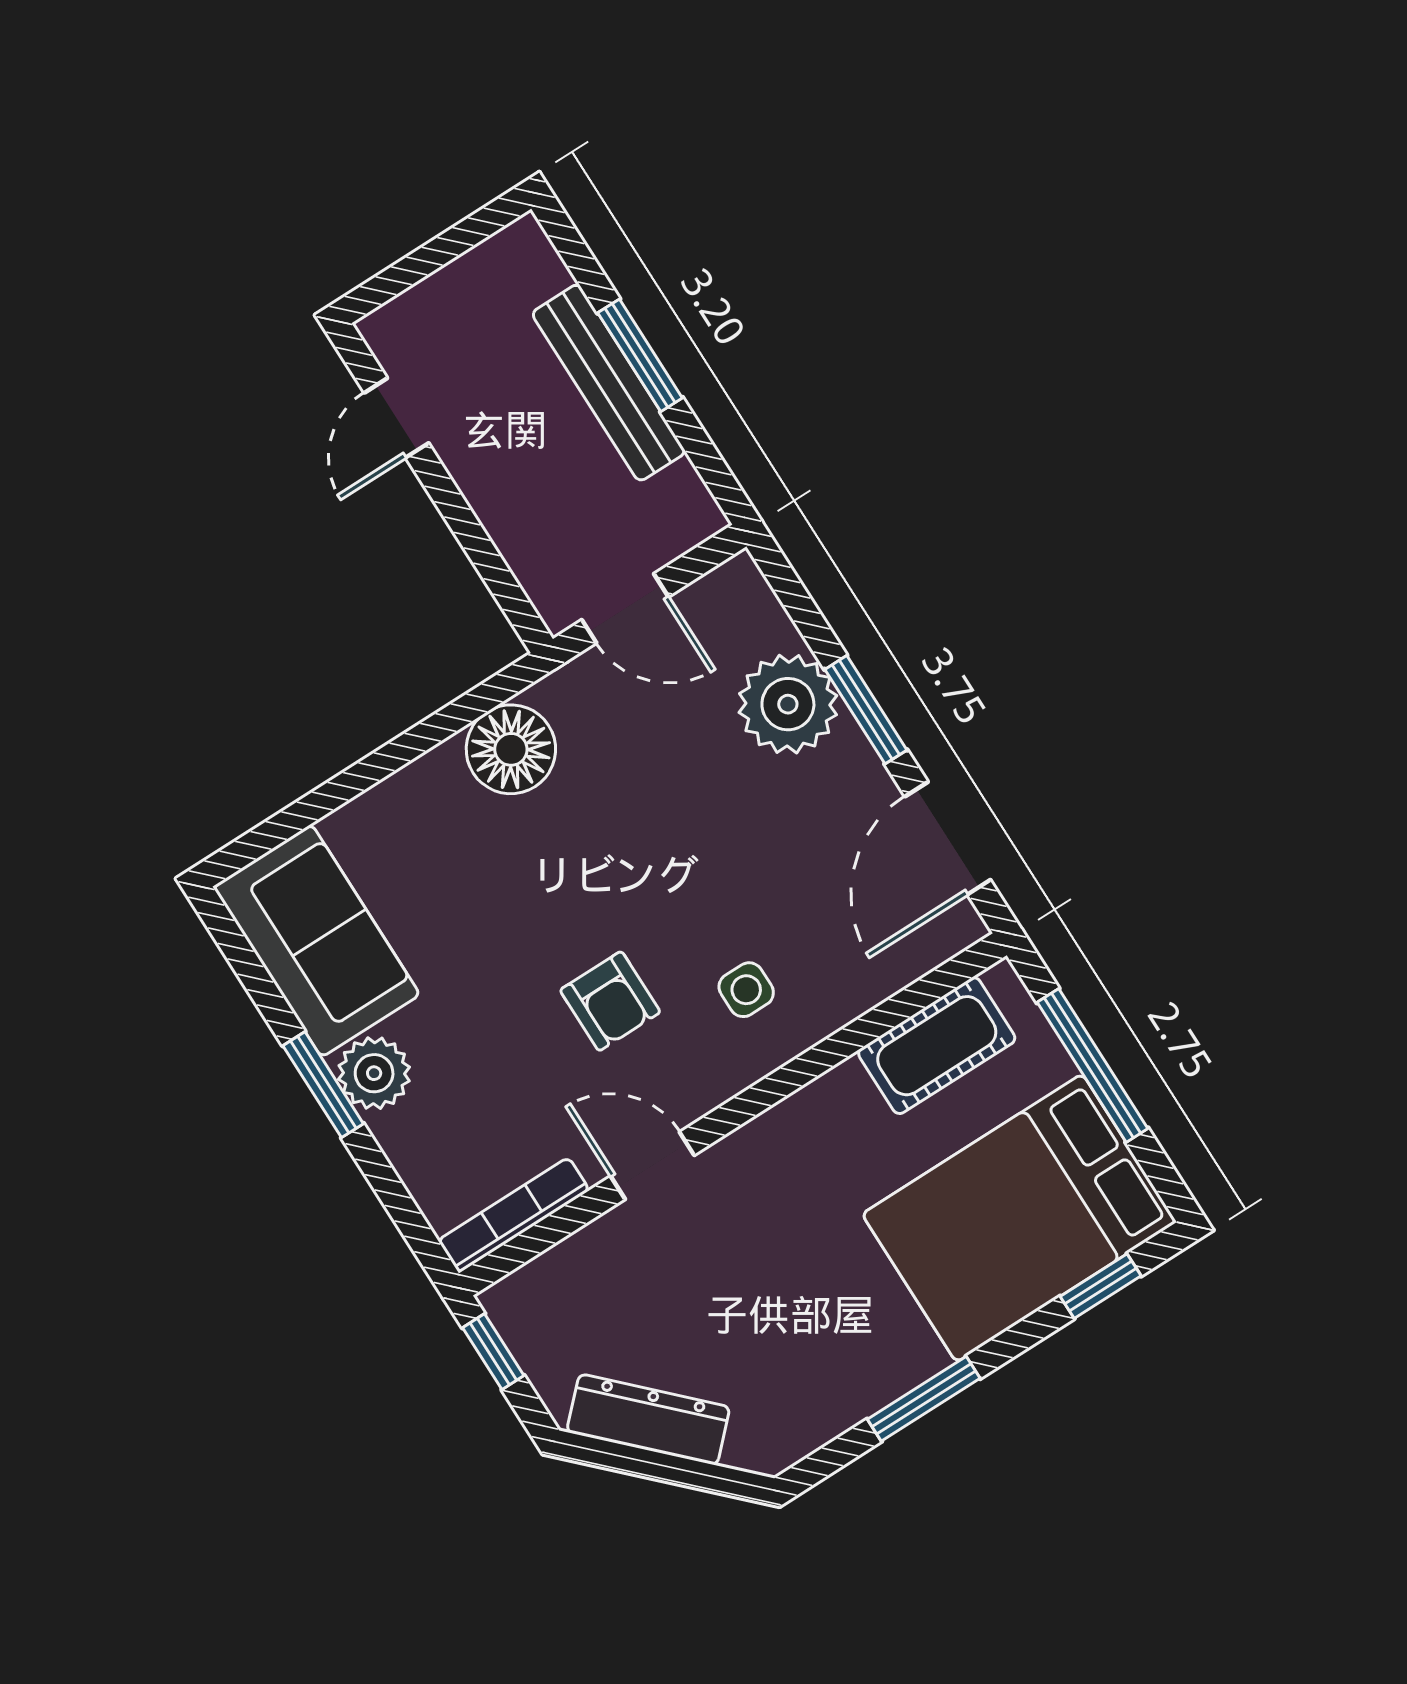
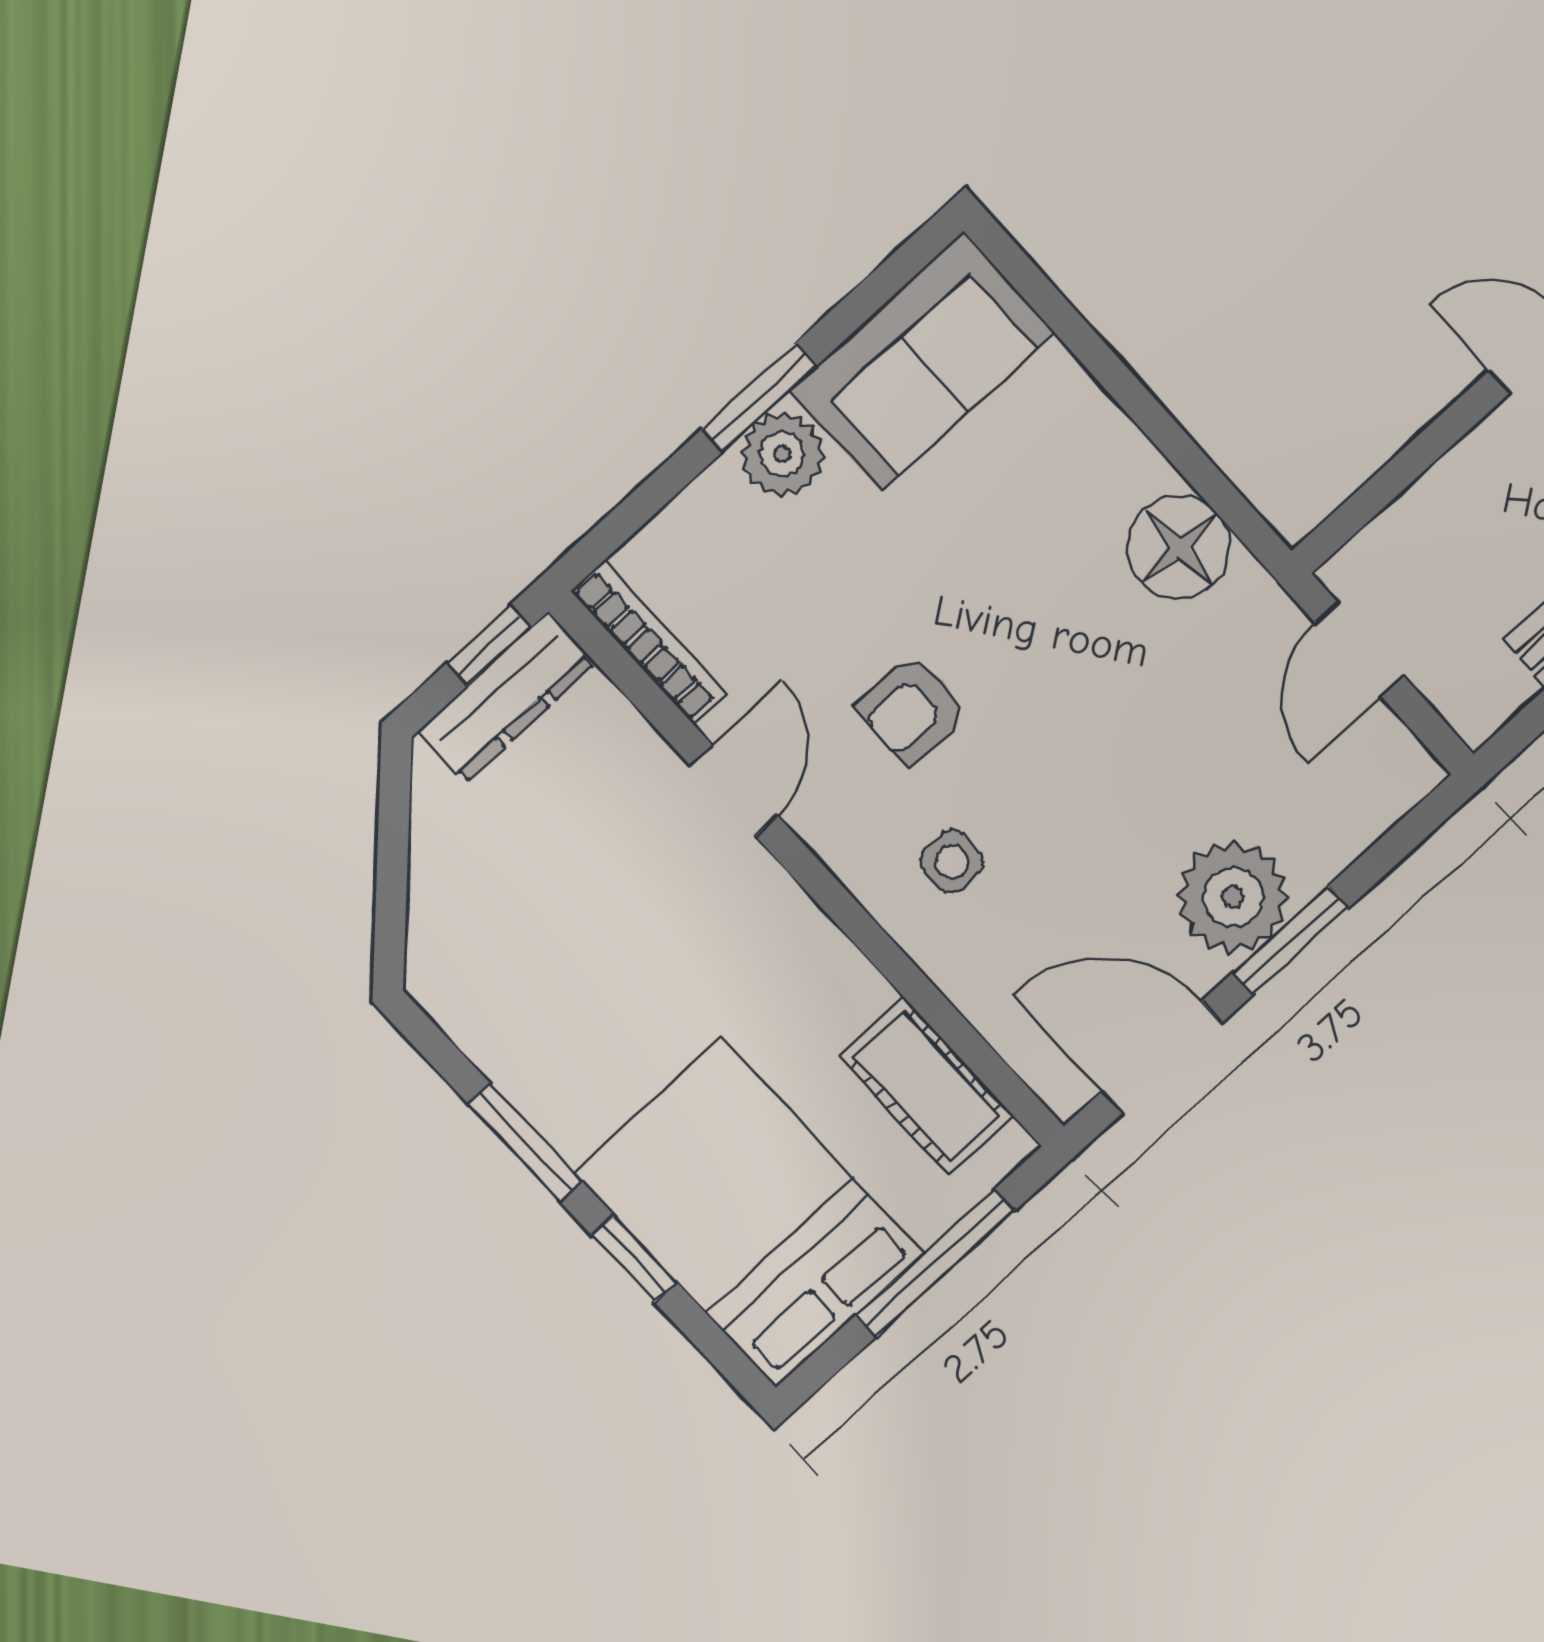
plant: (788, 704) -> (1233, 897), moved
window: (1101, 1286) -> (635, 1259), moved
dresser: (648, 1420) -> (506, 697), moved, turned 45

